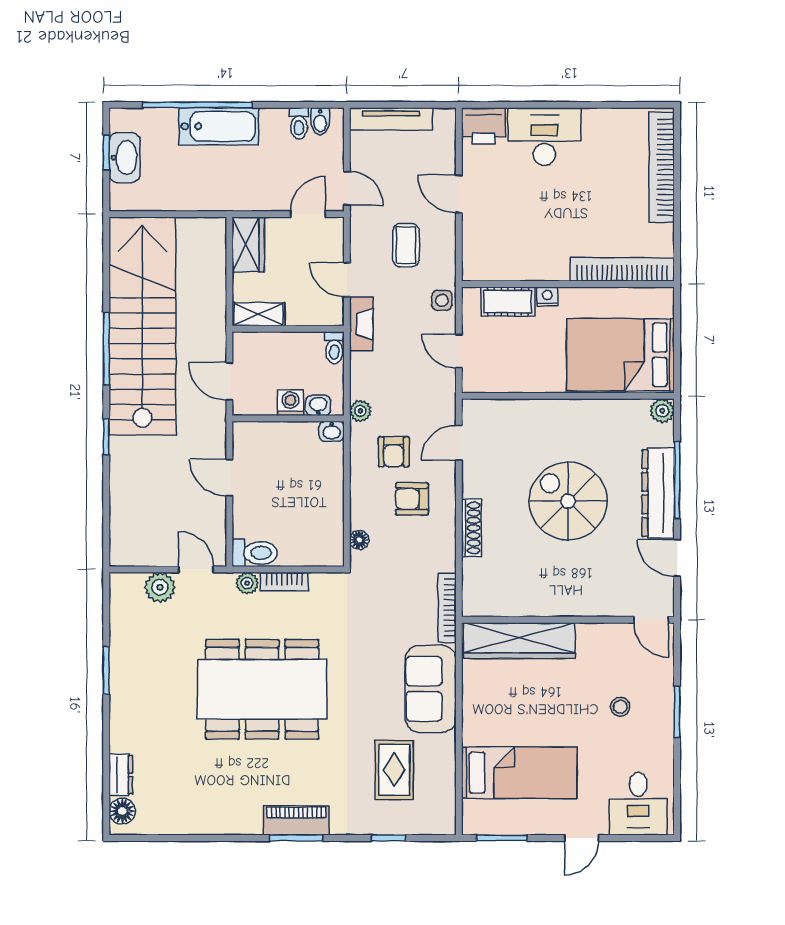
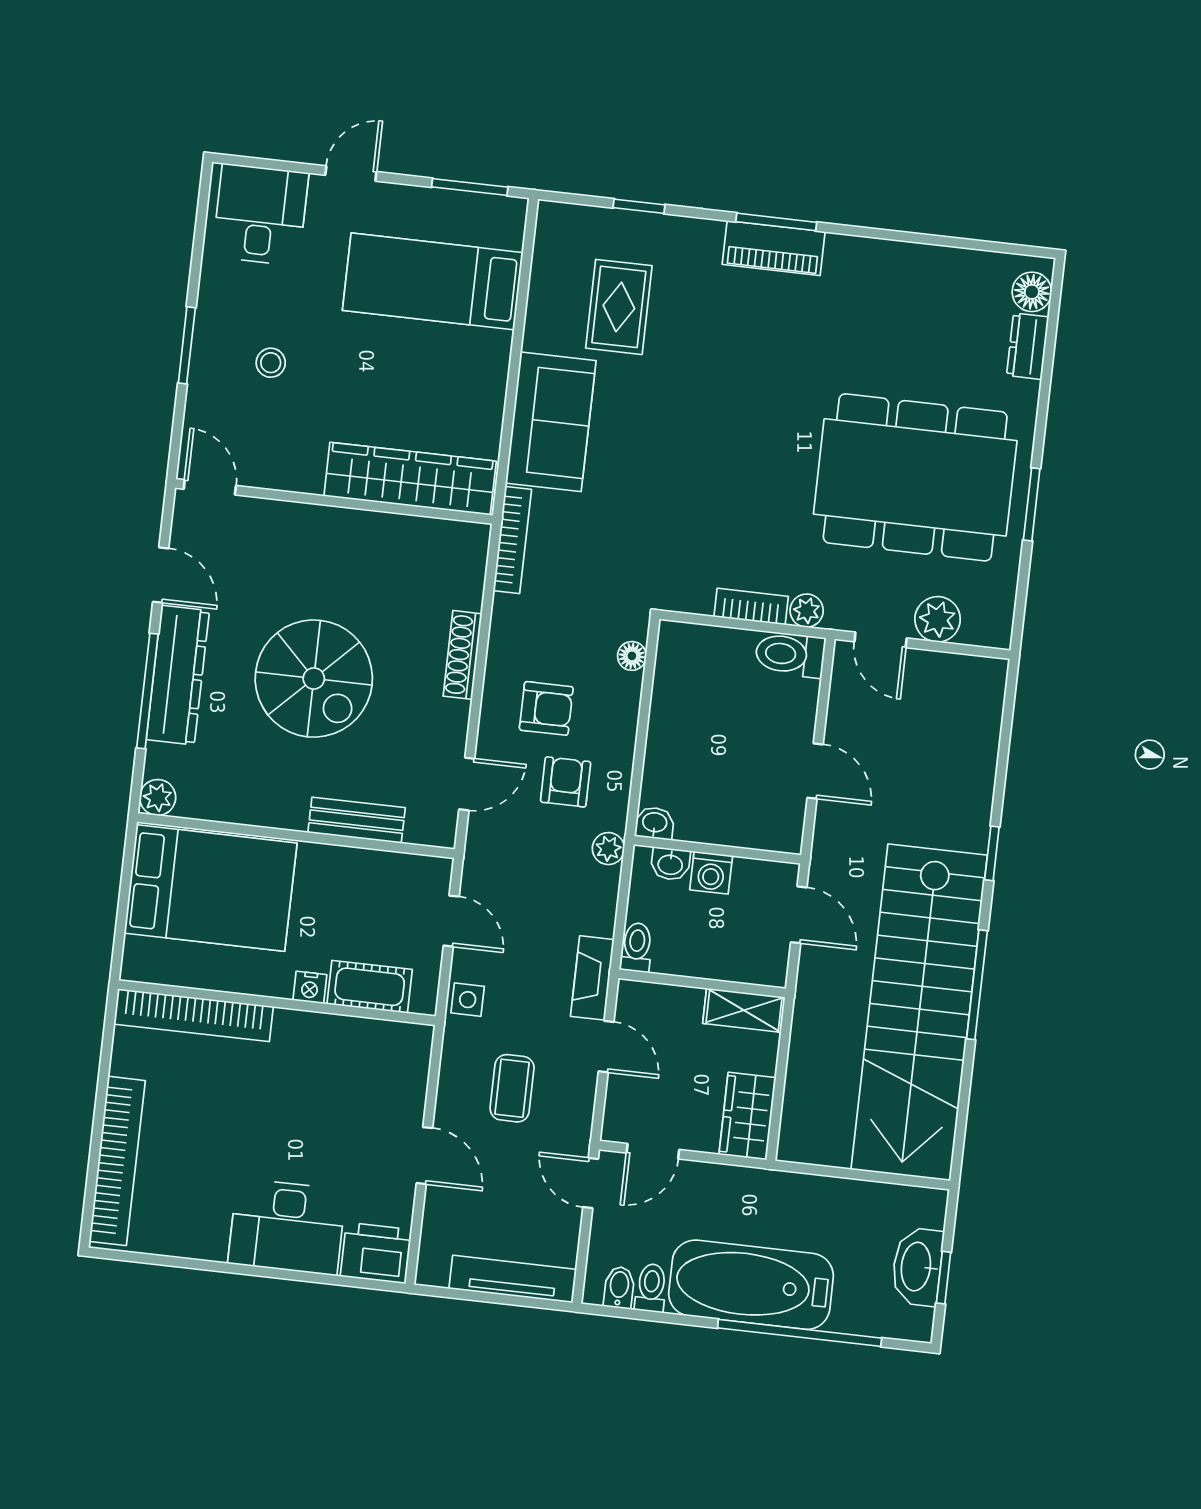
bathtub: (219, 126) -> (751, 1285), width x1.36, depth x1.36
bench: (529, 411) -> (357, 820), added
dining table: (262, 689) -> (915, 477), moved

